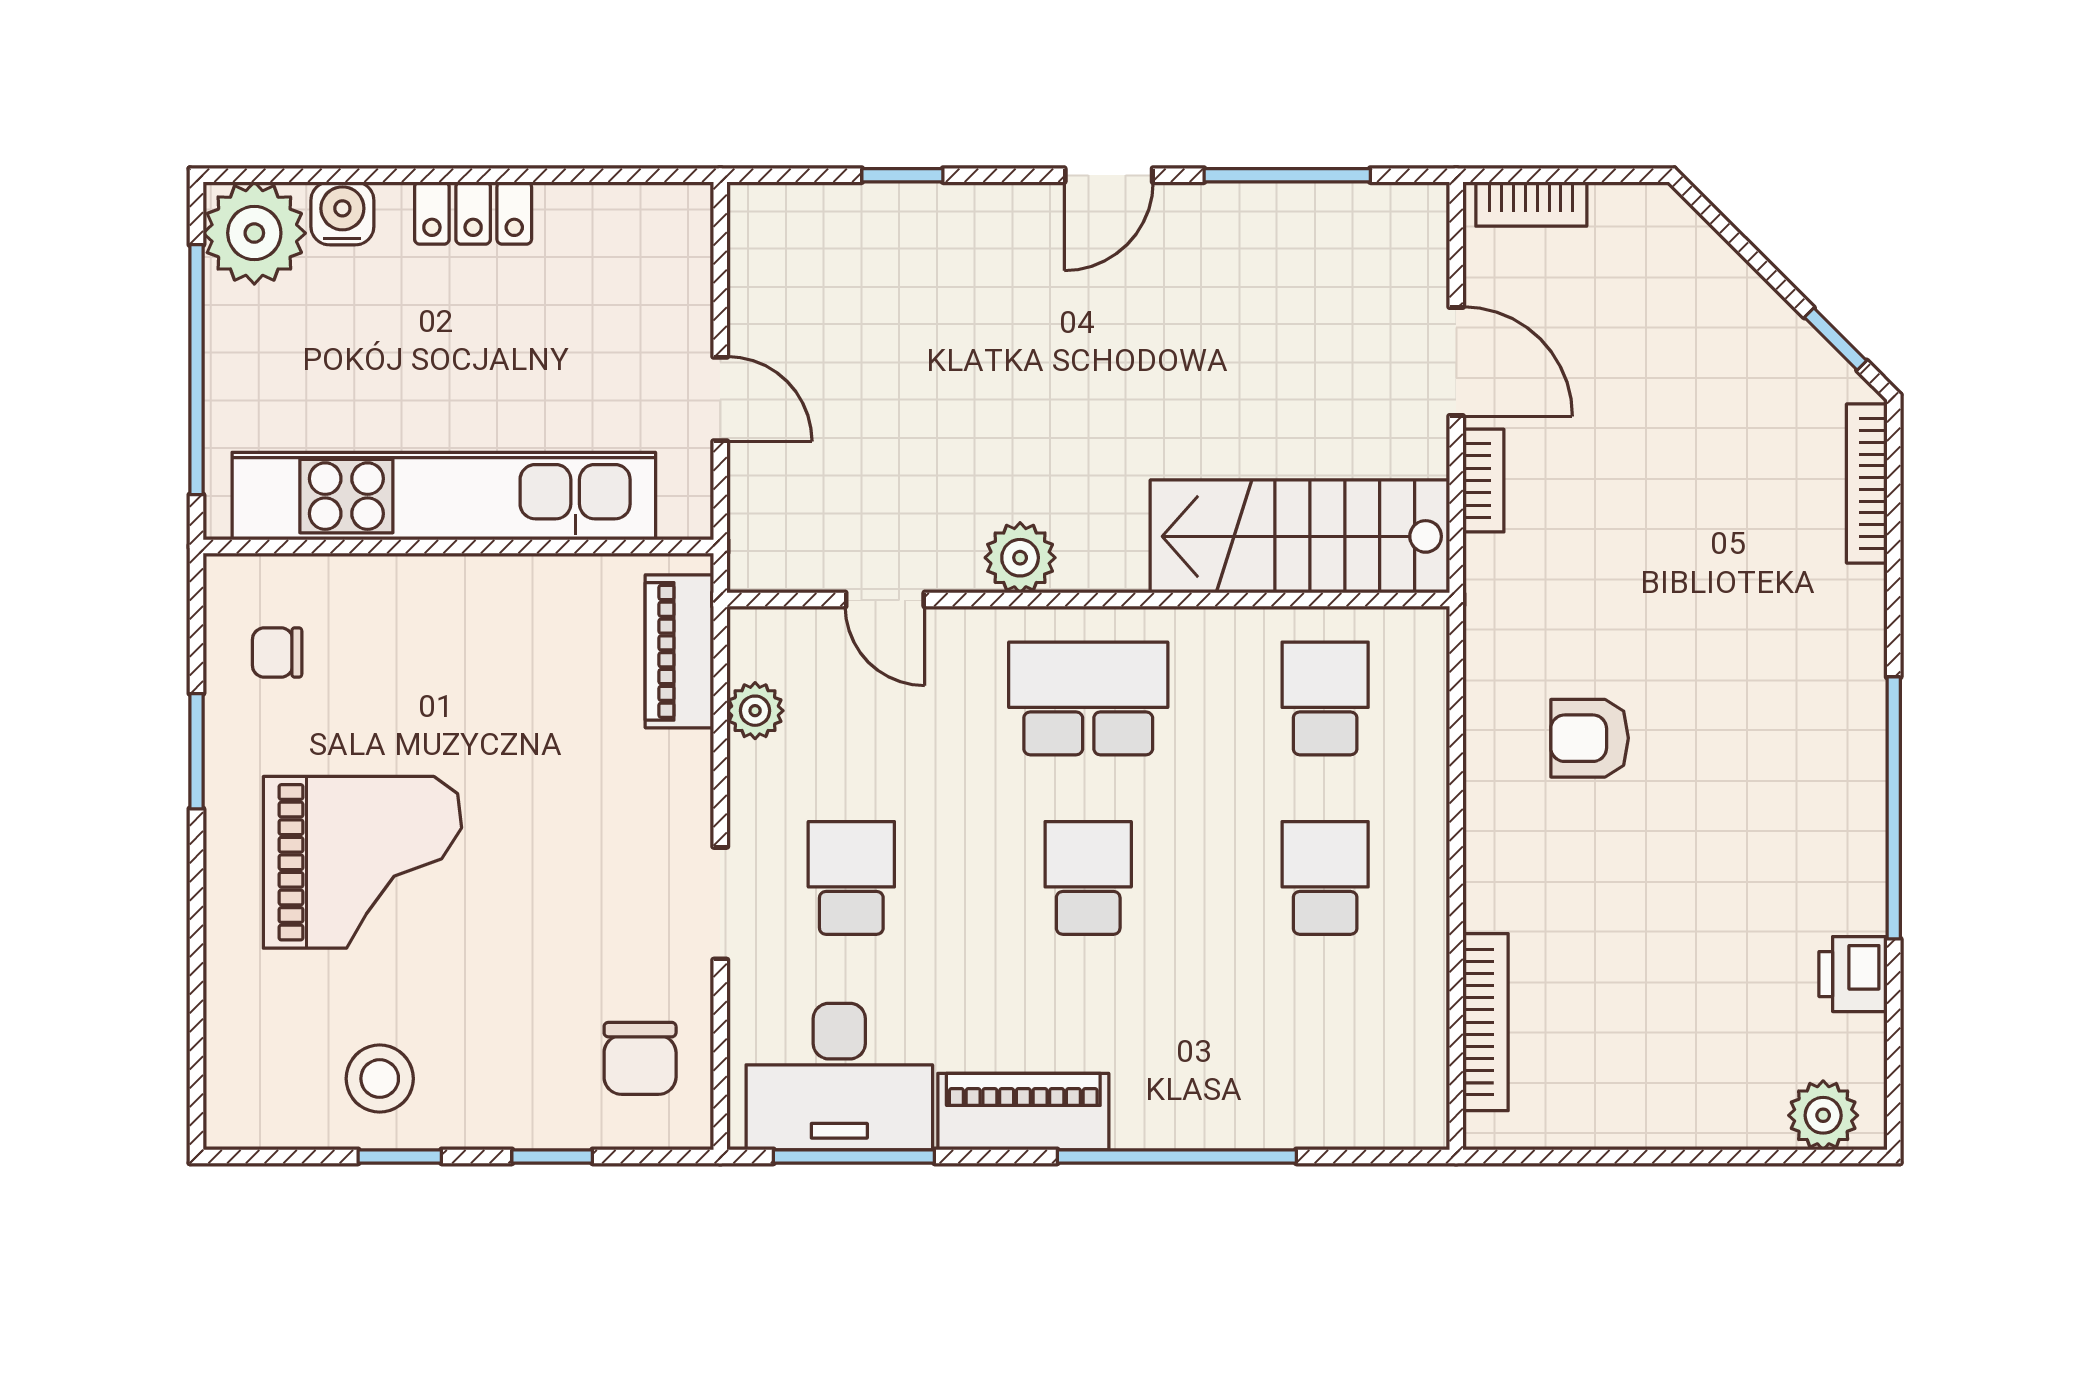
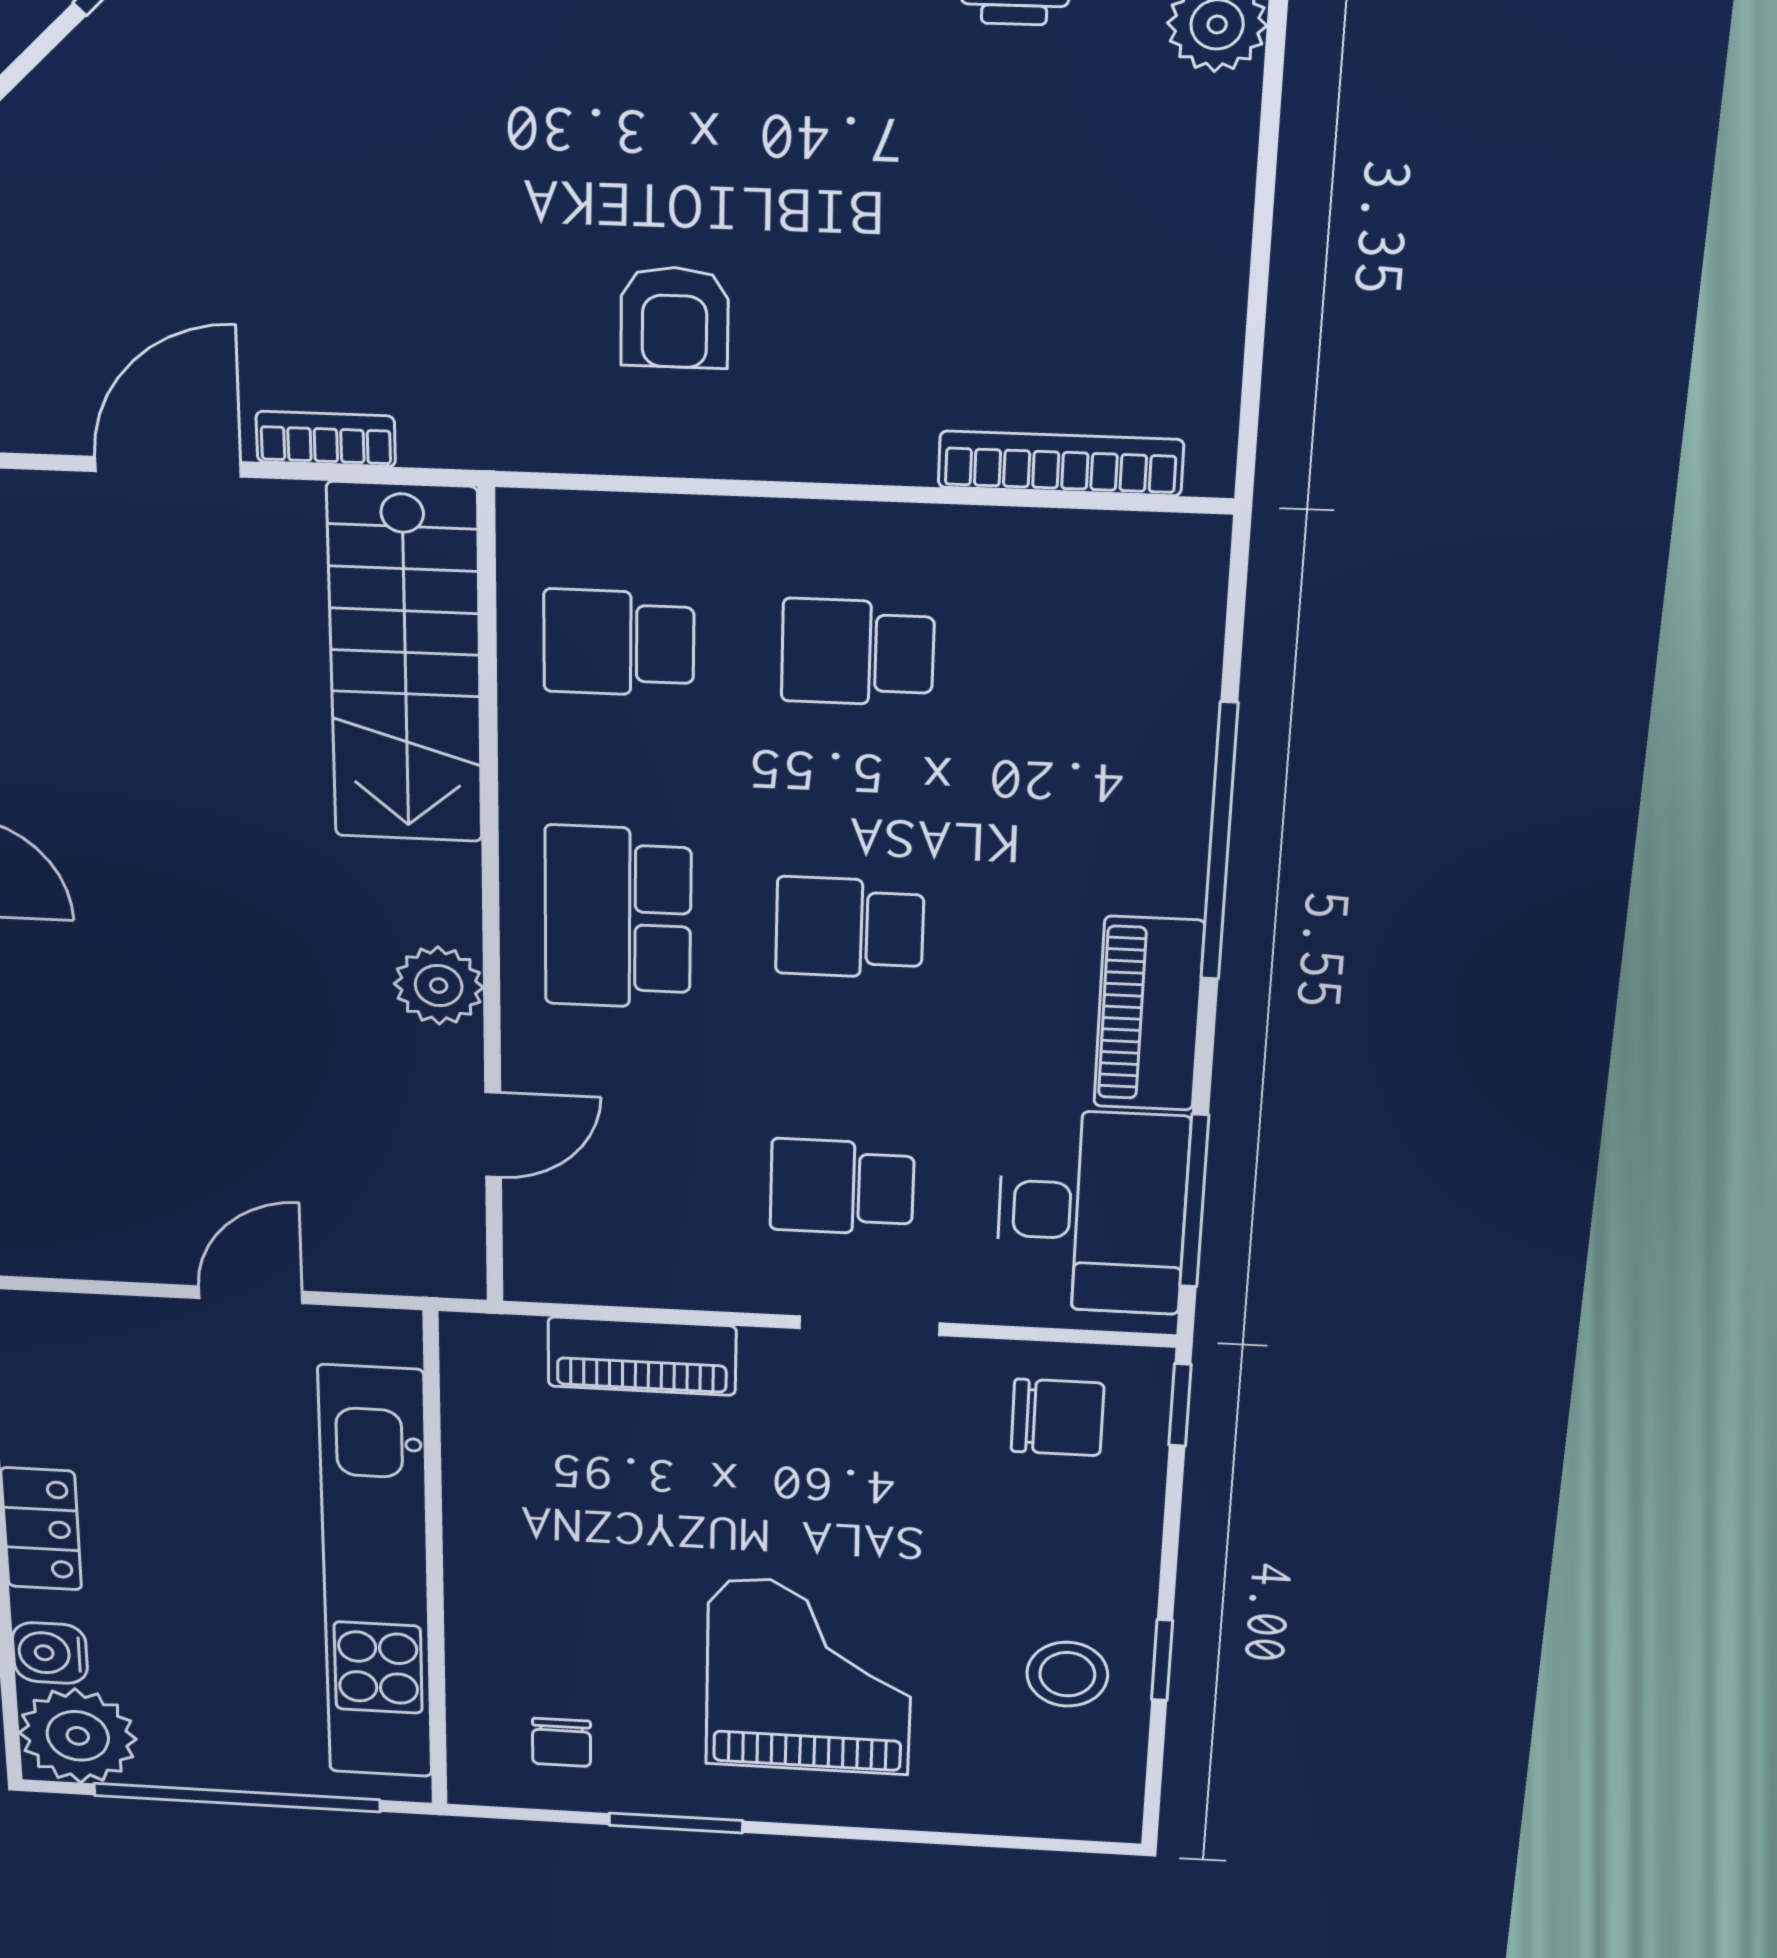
piano: (679, 651) -> (642, 1356), moved
plant: (755, 711) -> (632, 1278), removed
window: (552, 1156) -> (1180, 1405), moved

